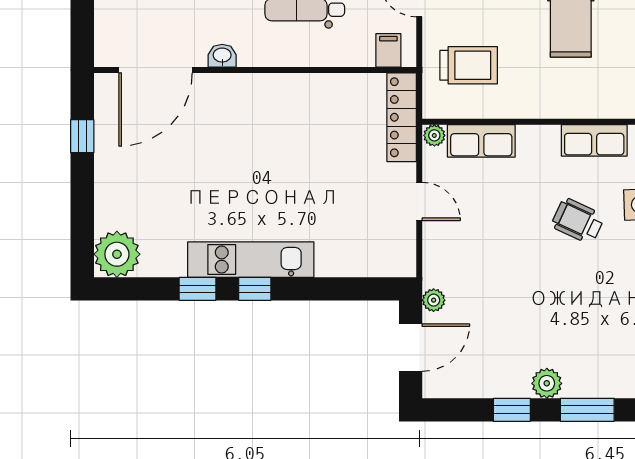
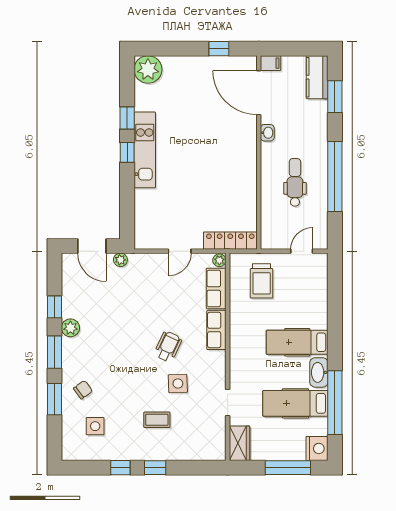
filing cabinet: (388, 50) -> (271, 63), moved
row of seats: (594, 140) -> (216, 330), moved

